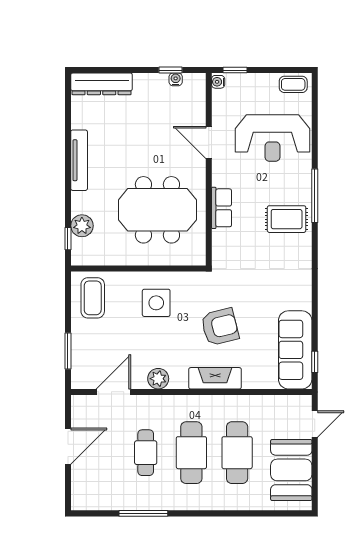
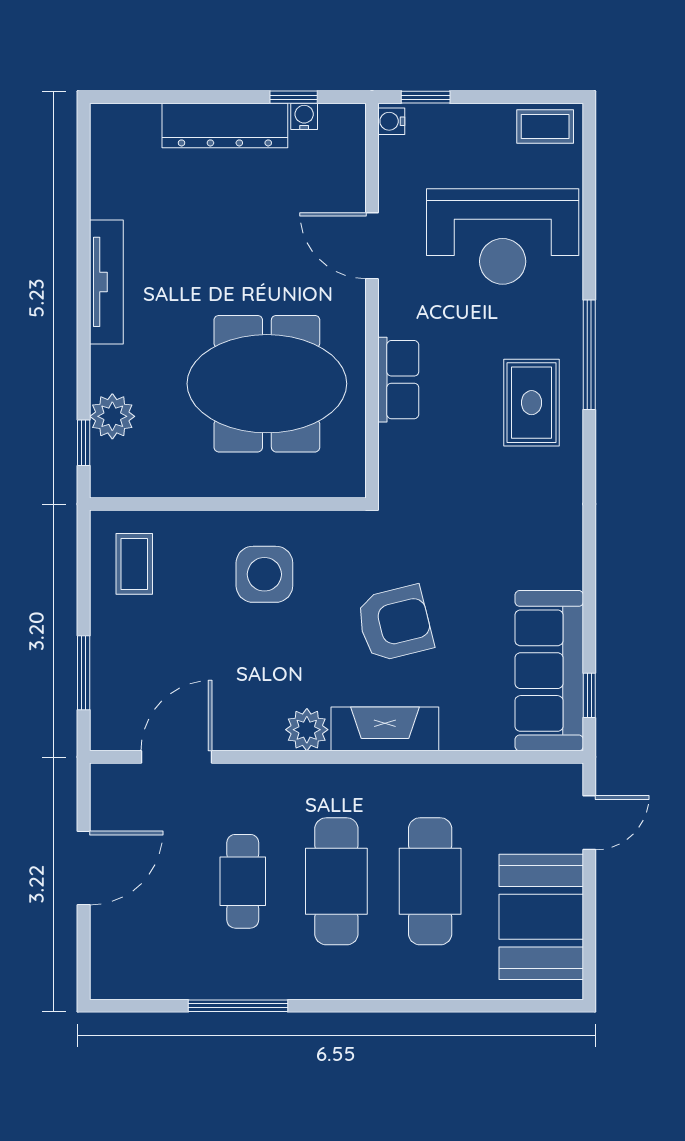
dresser: (102, 84) -> (225, 125), moved
rug: (287, 219) -> (532, 403), turned 90
coffee table: (93, 298) -> (134, 564), width x0.73, depth x0.77
plant: (158, 379) -> (307, 730), moved

